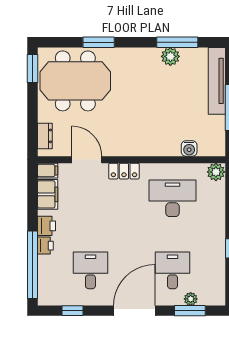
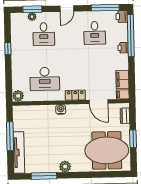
window: (99, 42) -> (93, 175), removed
plant: (170, 56) -> (65, 167), moved
window: (33, 69) -> (133, 139), moved
water cooler: (189, 148) -> (61, 109), moved
printer: (46, 226) -> (122, 17), moved
window: (73, 311) -> (105, 8), width x2.17
door: (134, 311) -> (67, 9), width x0.53

